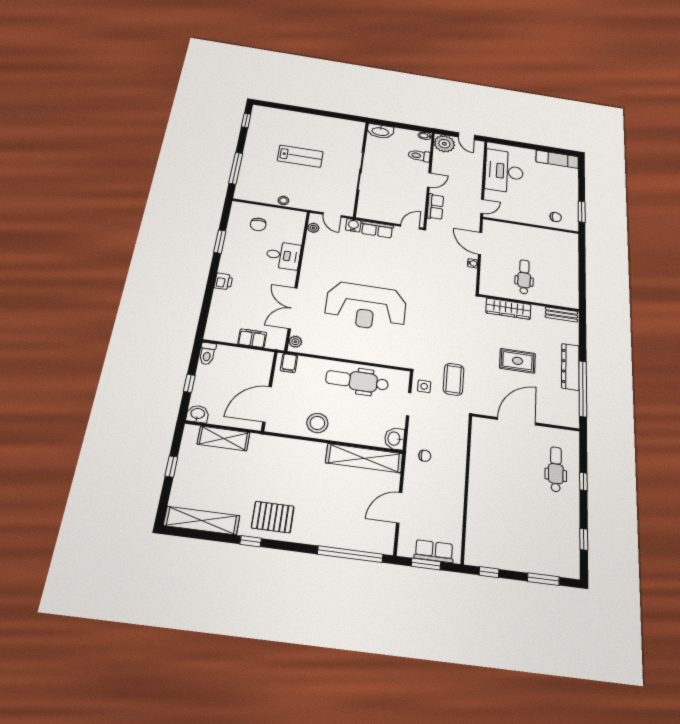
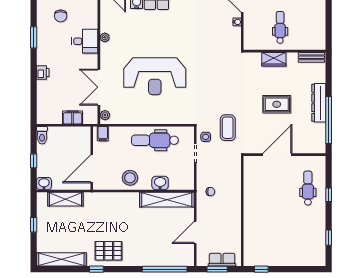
plant: (313, 228) -> (105, 37), moved
wardrobe: (508, 309) -> (274, 59), width x0.67
washbasin: (394, 439) -> (160, 183), moved, turned 90
window: (543, 579) -> (300, 269), removed

